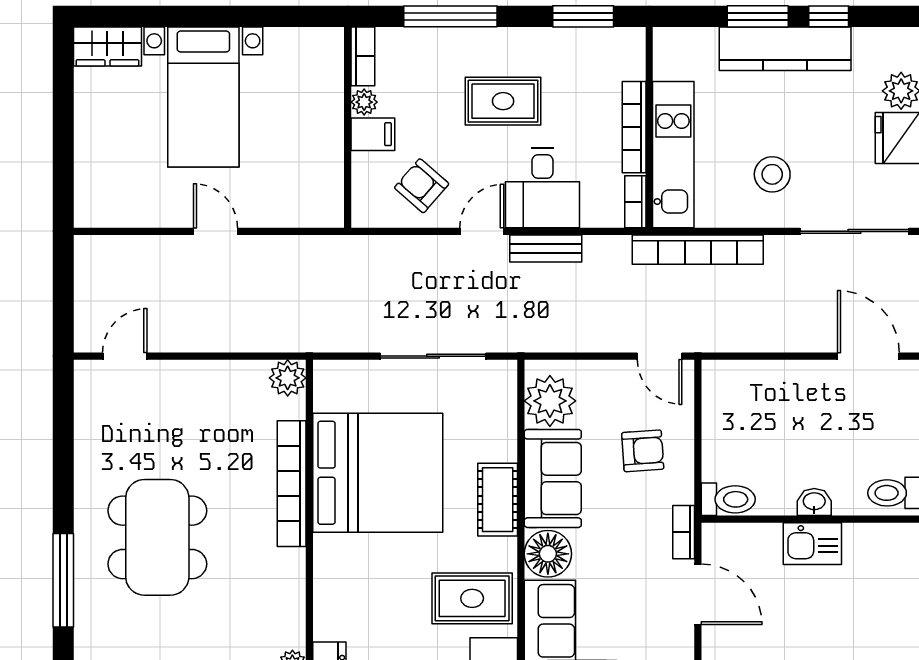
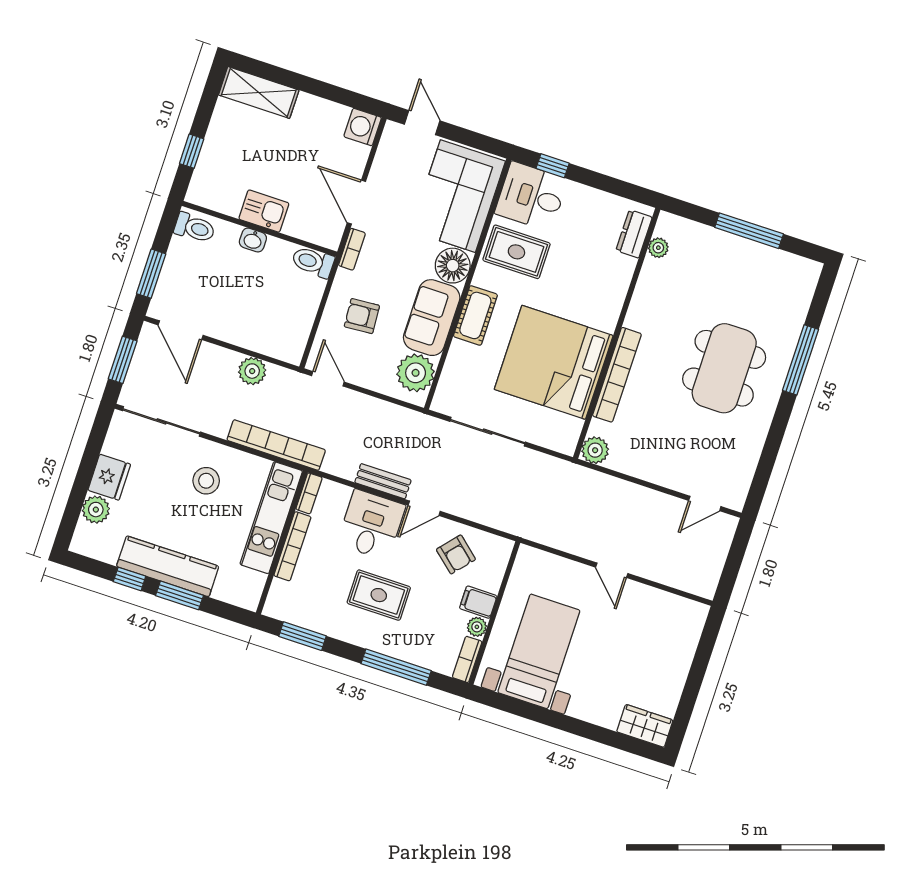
bed with nightstands: (203, 97) -> (539, 651), moved
plant: (760, 334) -> (252, 371), added

